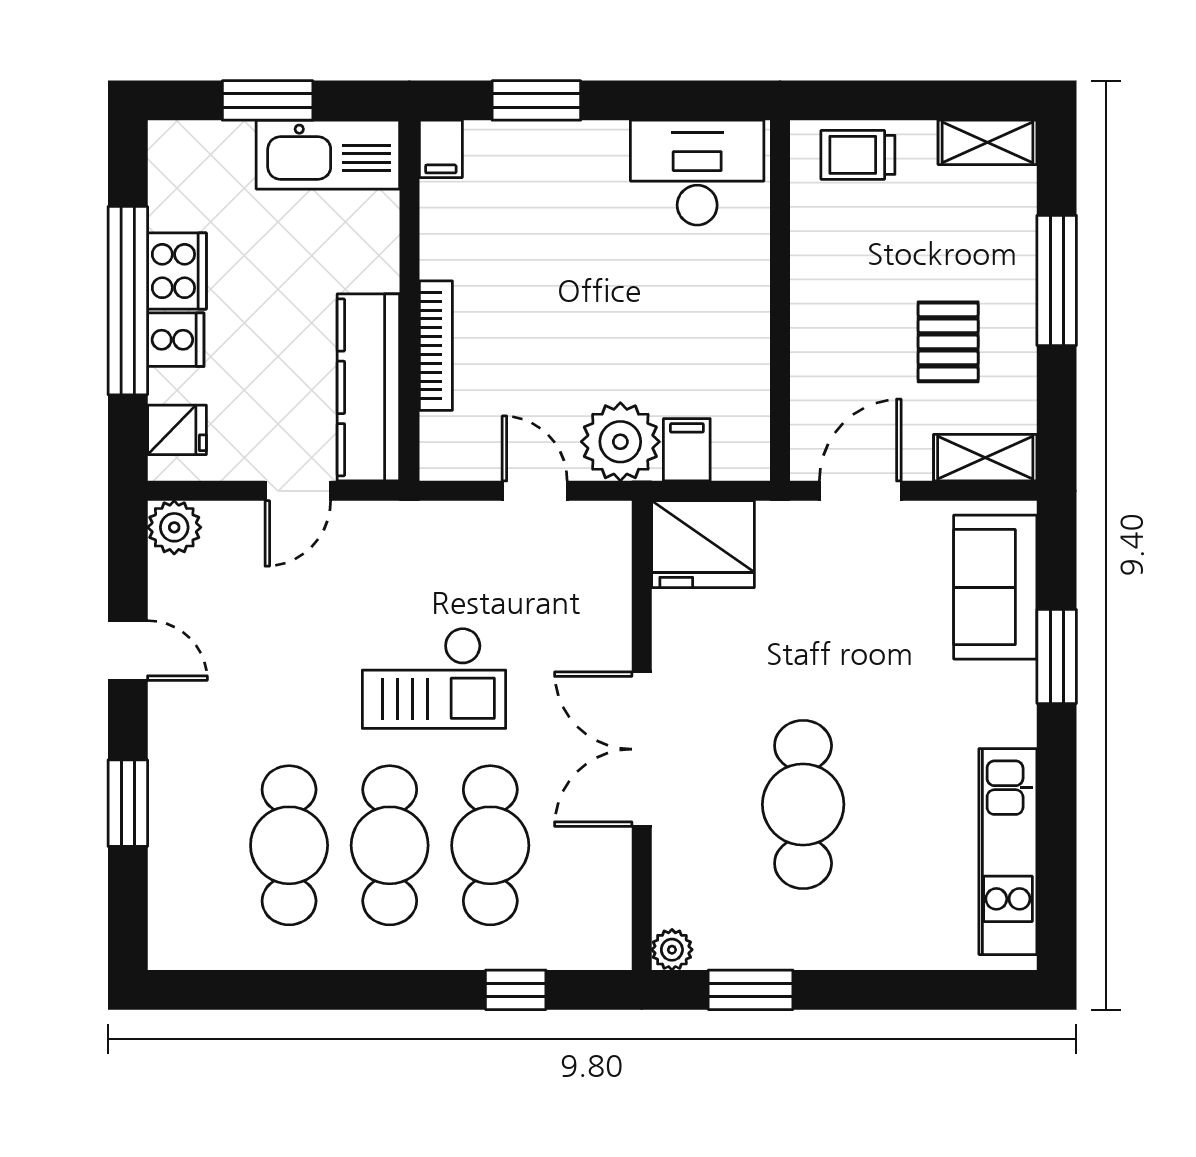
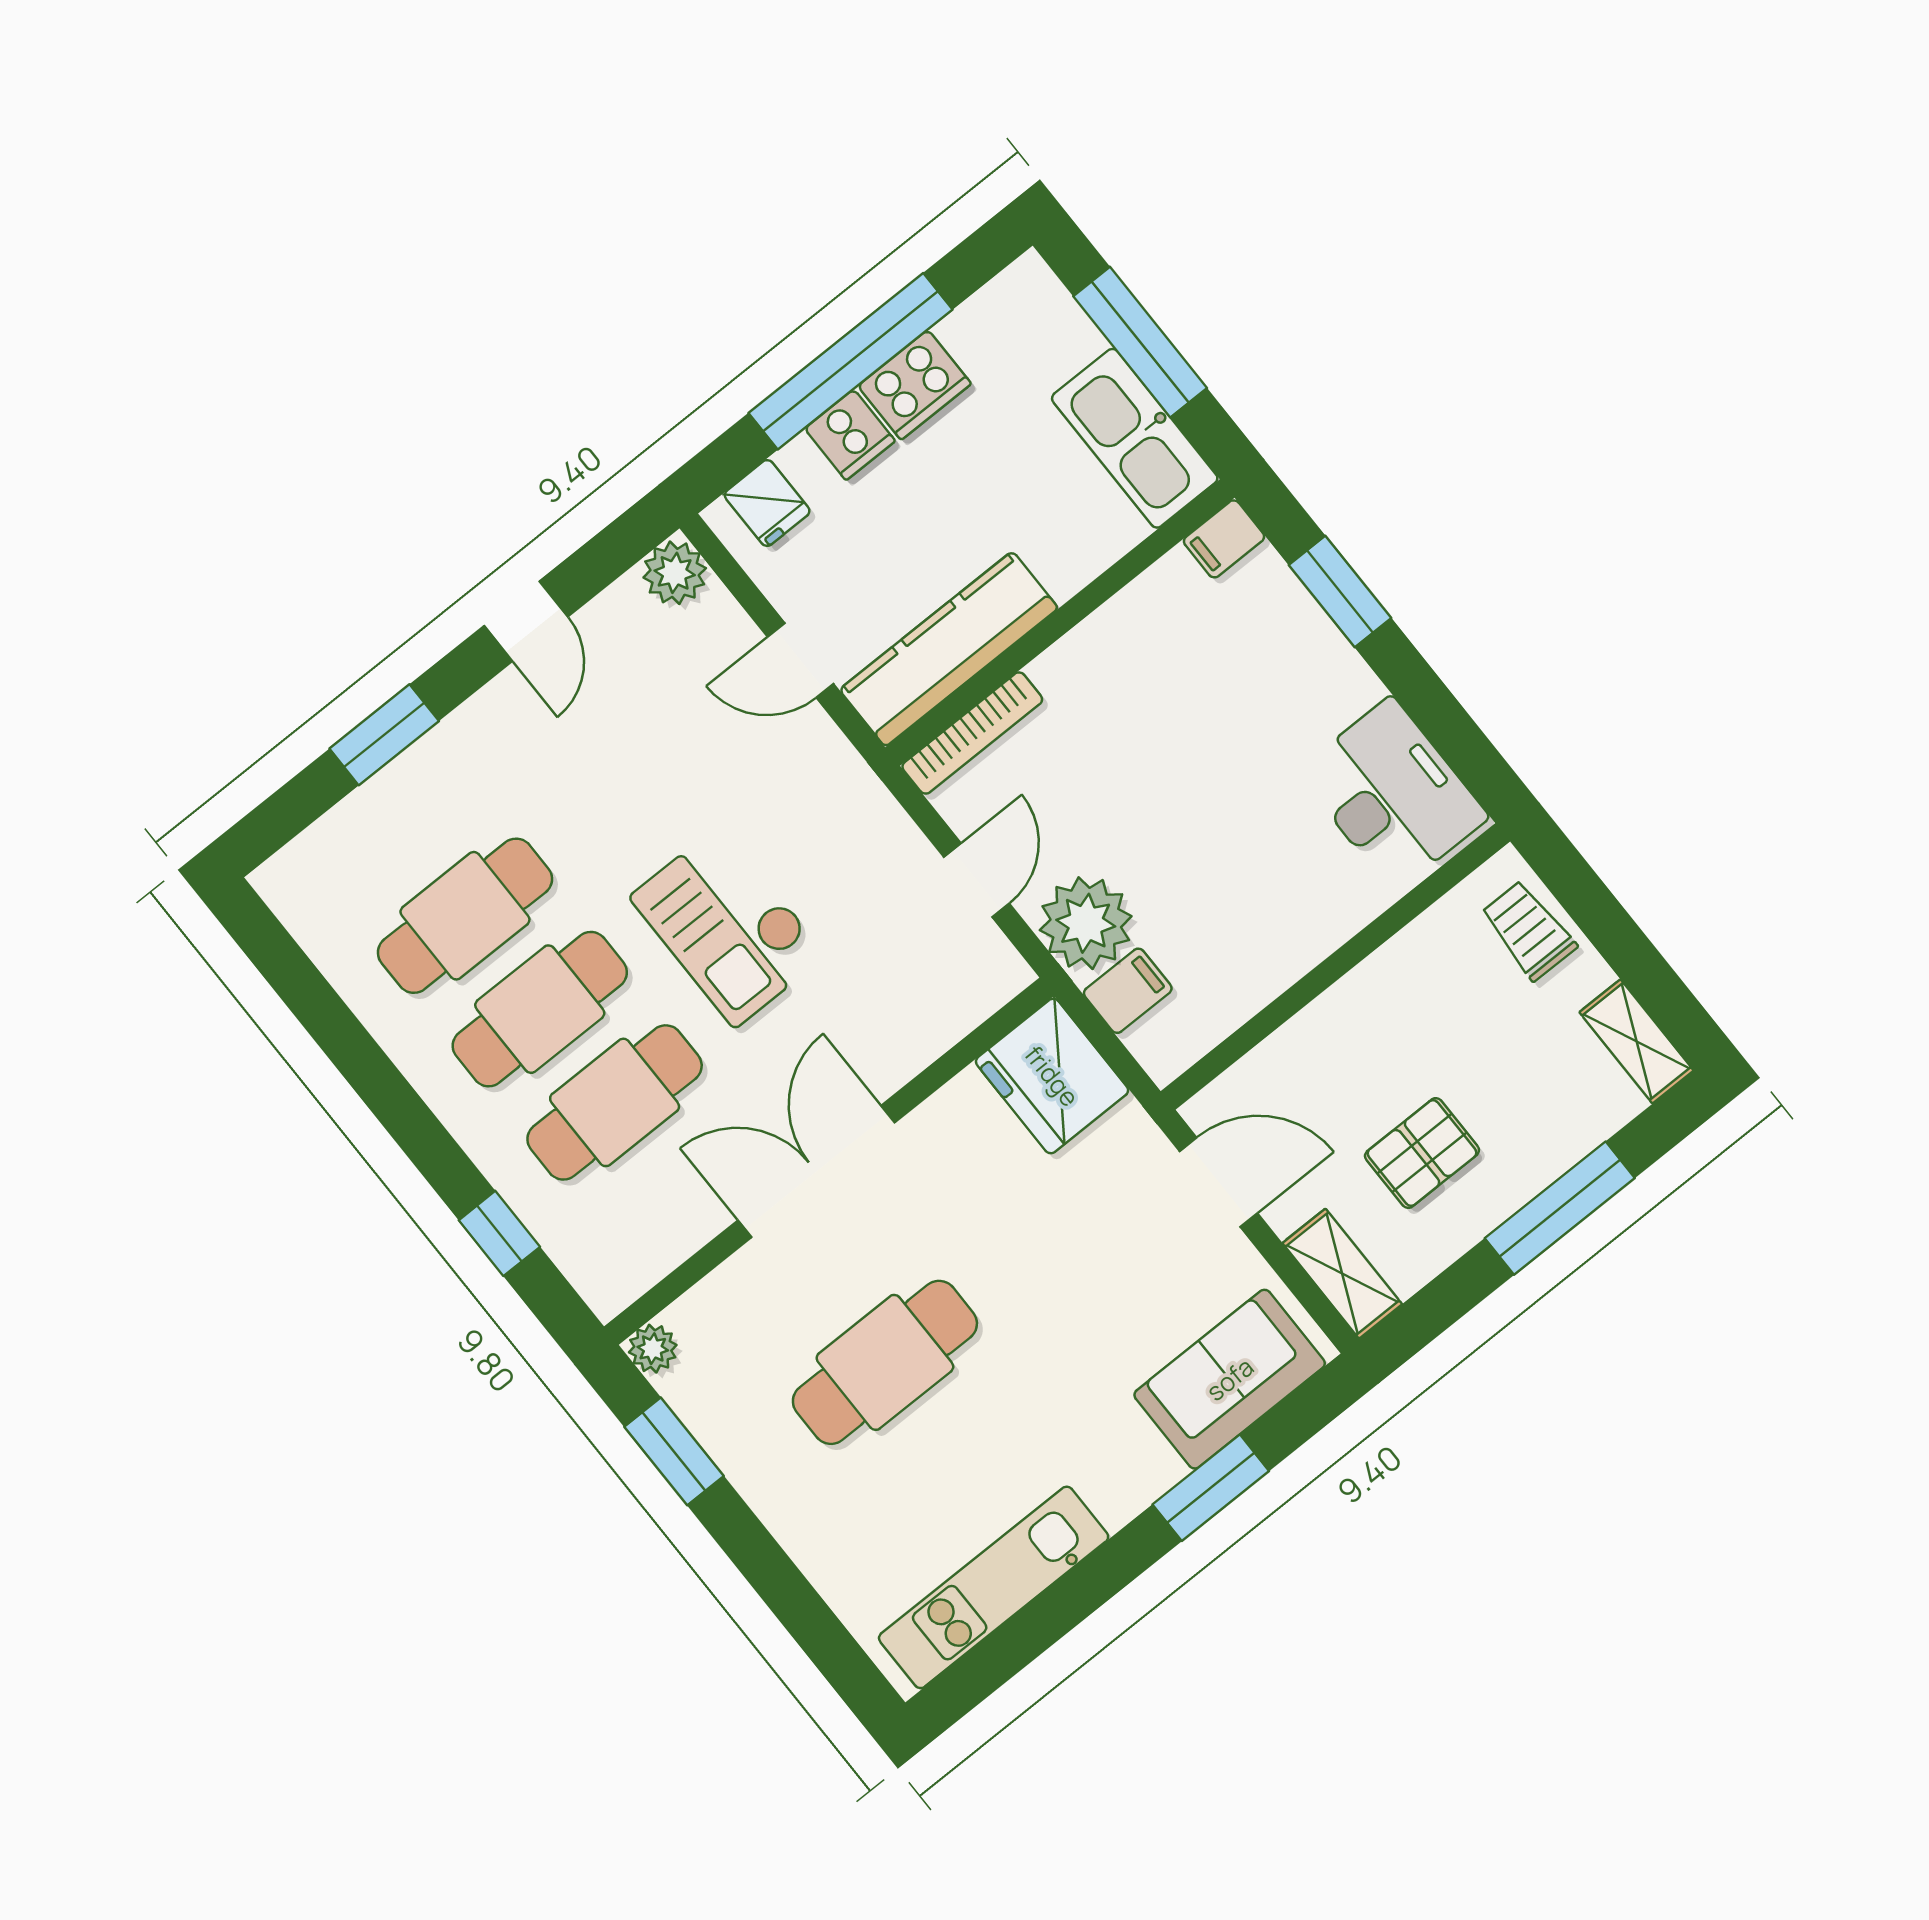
window: (268, 100) -> (1140, 342), width x1.44
bookcase: (436, 346) -> (972, 733), moved

